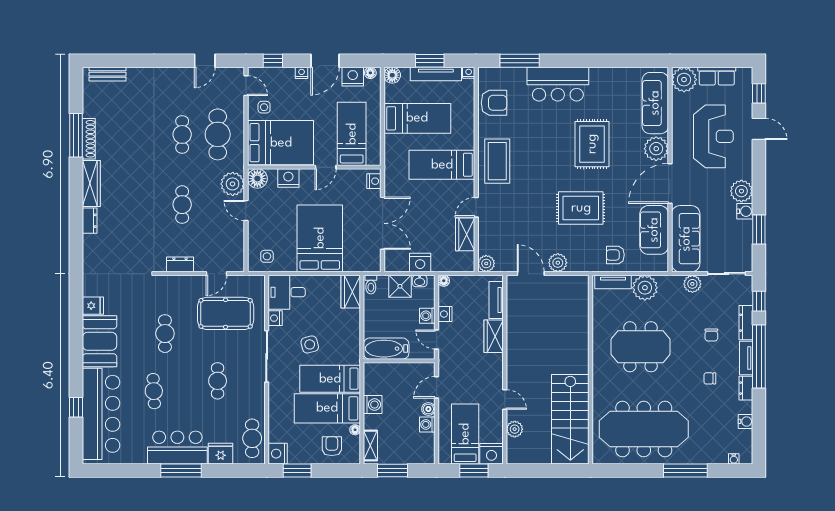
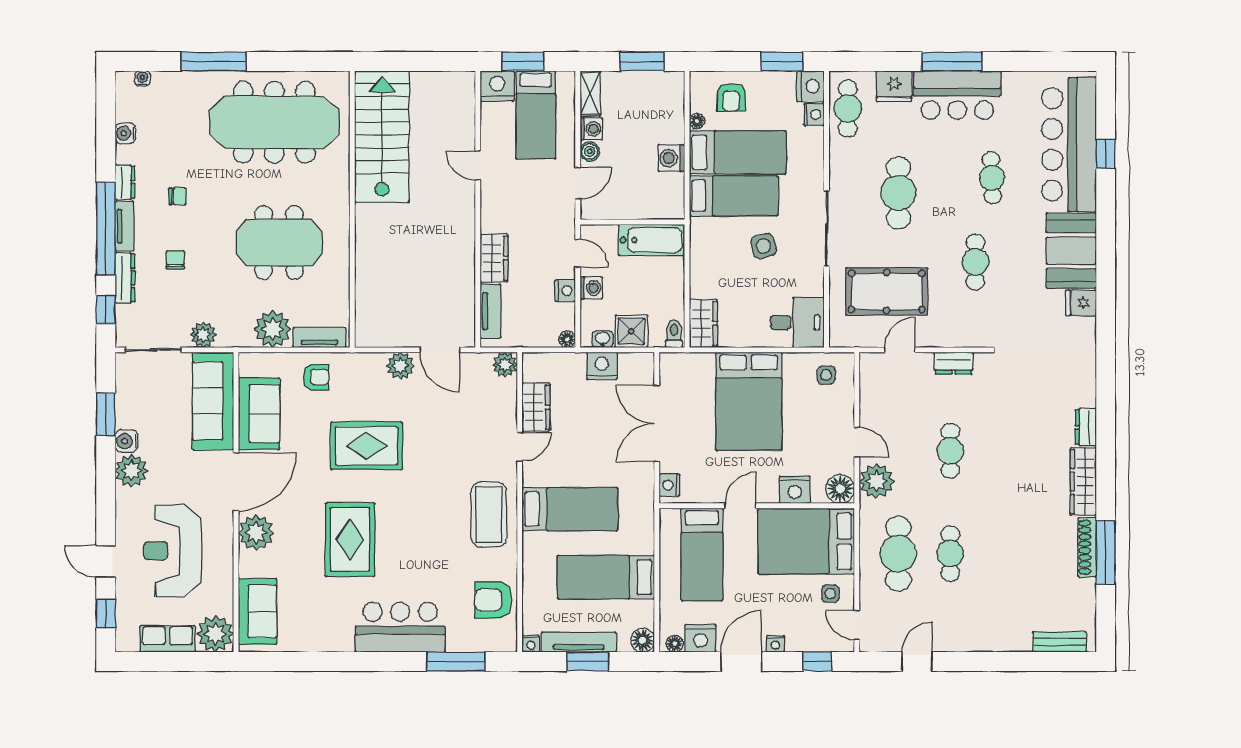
sofa: (655, 103) -> (257, 611), width x0.73
nightstand: (275, 318) -> (814, 114), moved
cafe table: (218, 381) -> (898, 193), width x1.37, depth x1.35
plant: (515, 429) -> (463, 122), removed
shelving: (370, 445) -> (590, 93), moved

